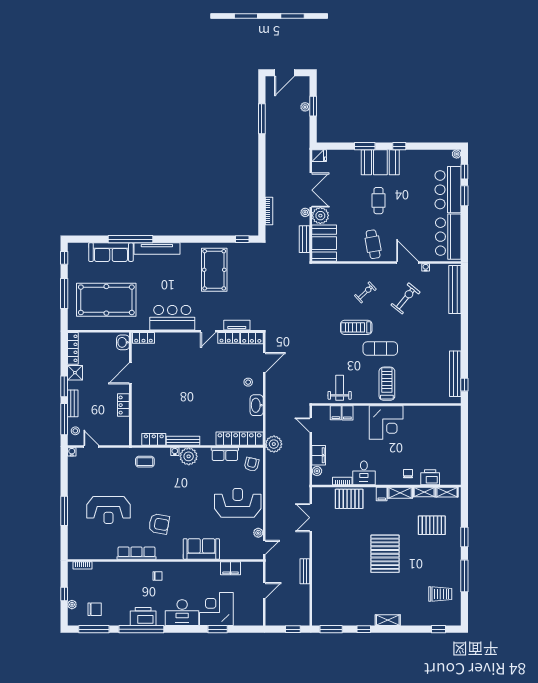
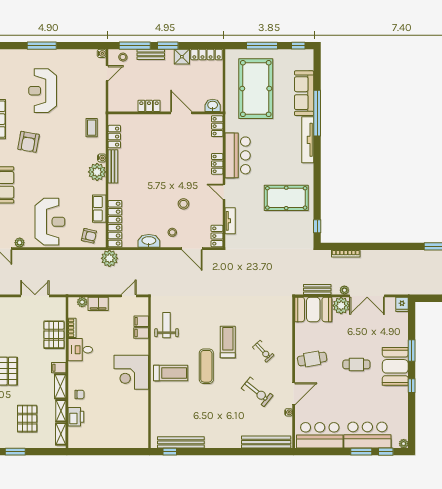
locker: (229, 338) -> (217, 164), moved
stool: (220, 371) -> (183, 204), added
weight bench: (340, 388) -> (167, 325), turned -90

